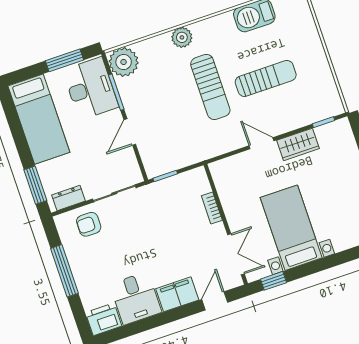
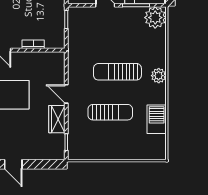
plant: (182, 37) -> (159, 76), moved
sun lounger: (266, 78) -> (110, 112), turned -90
door: (261, 143) -> (66, 94), swing flipped

